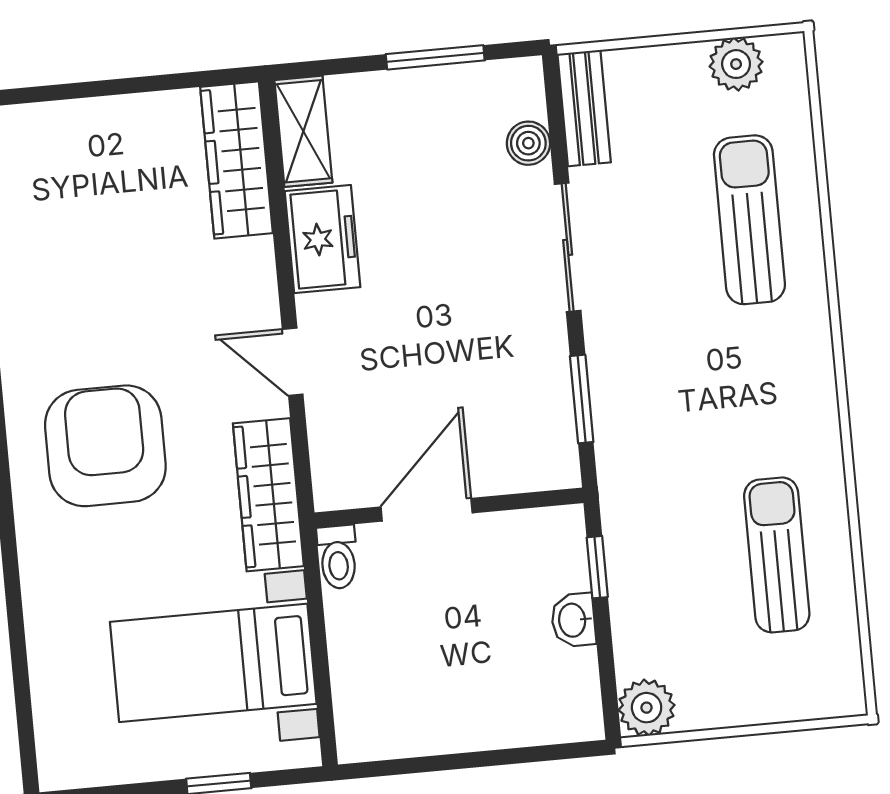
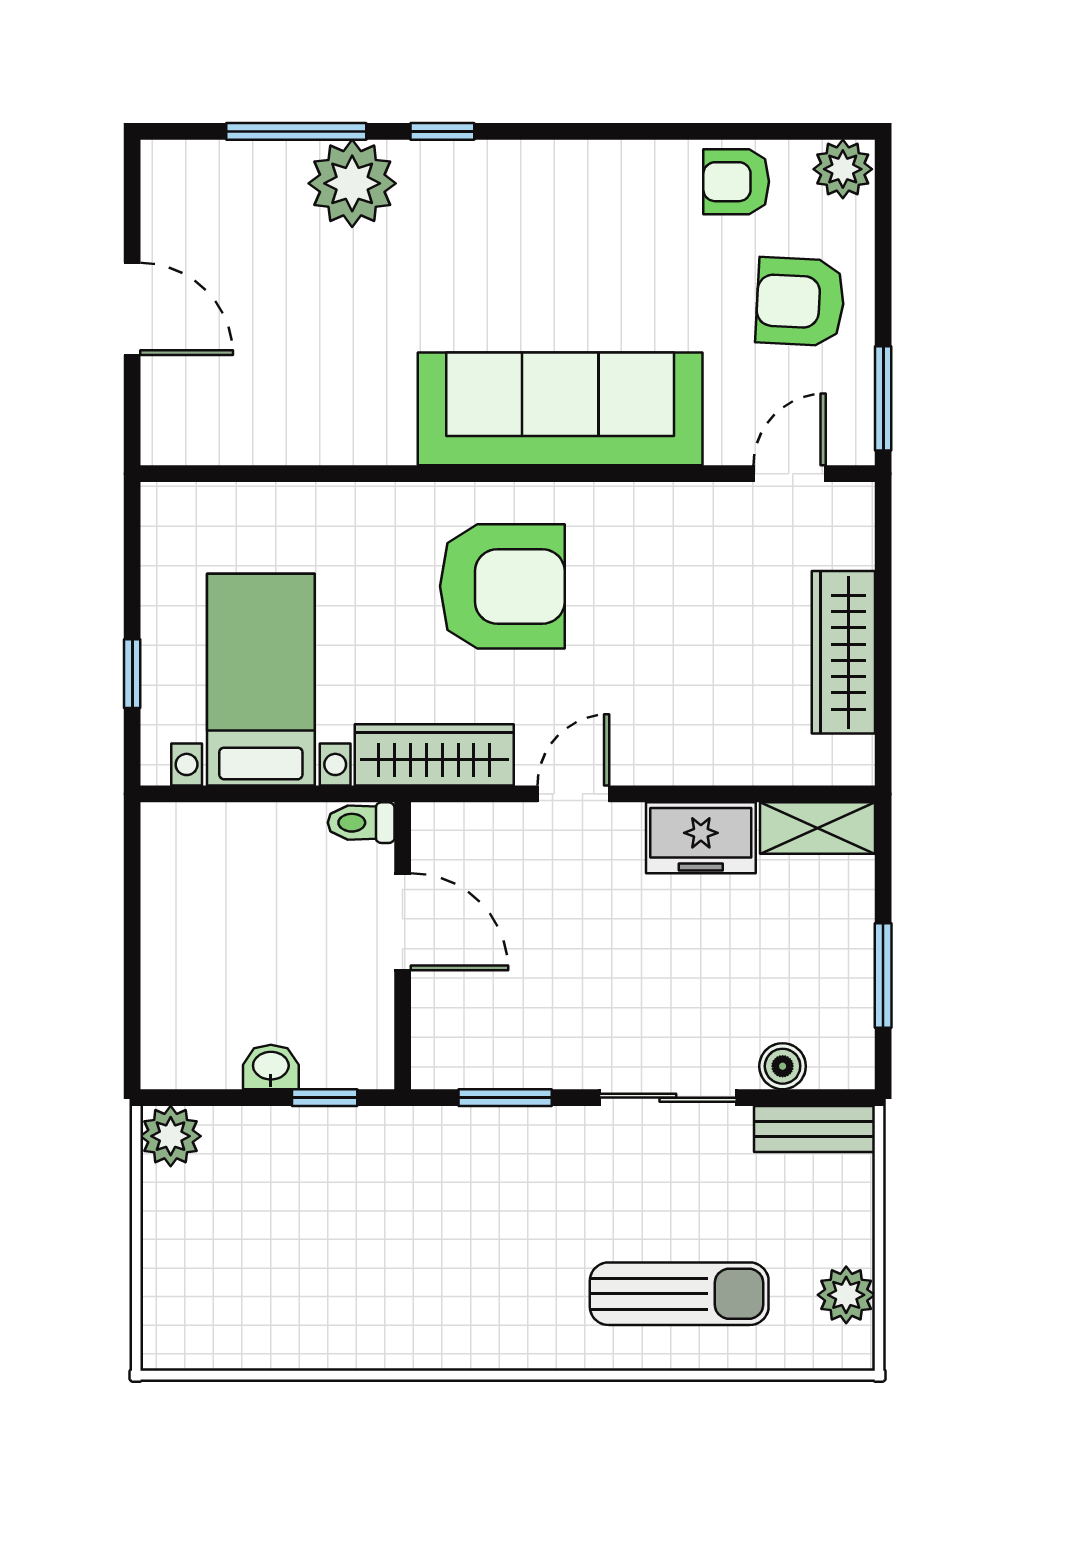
wardrobe: (237, 160) -> (843, 652), moved, turned -90
sun lounger: (777, 555) -> (320, 1290), removed

